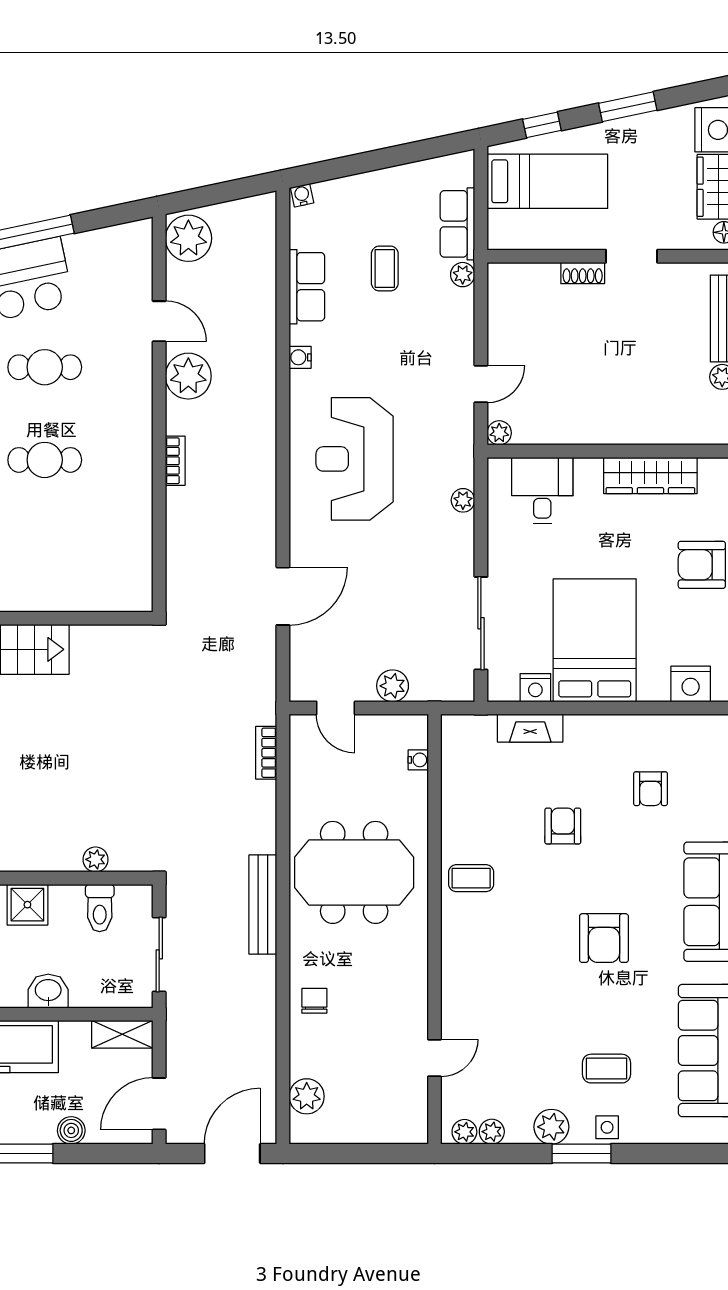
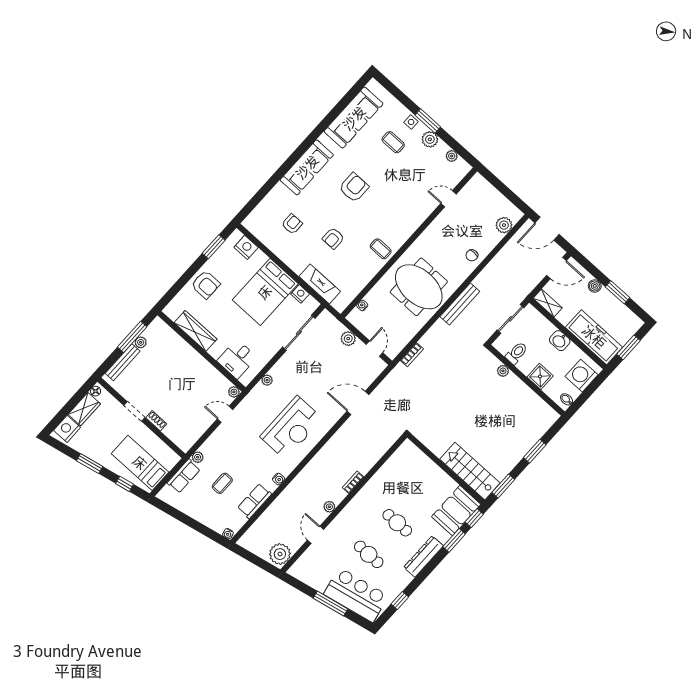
plant: (188, 376) -> (329, 507), width x0.53, depth x0.53
fireplace: (530, 728) -> (320, 284), width x1.37, depth x1.32
plant: (464, 1132) -> (461, 164), removed

